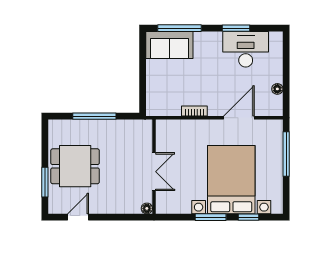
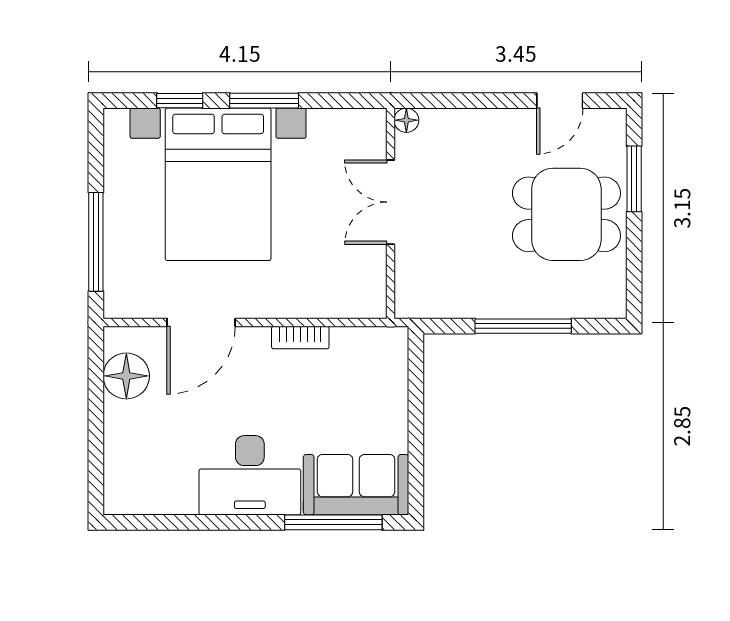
window: (236, 28) -> (208, 522), removed
desk: (246, 49) -> (250, 475), moved
floor lamp: (277, 89) -> (126, 376), width x1.89, depth x1.89

